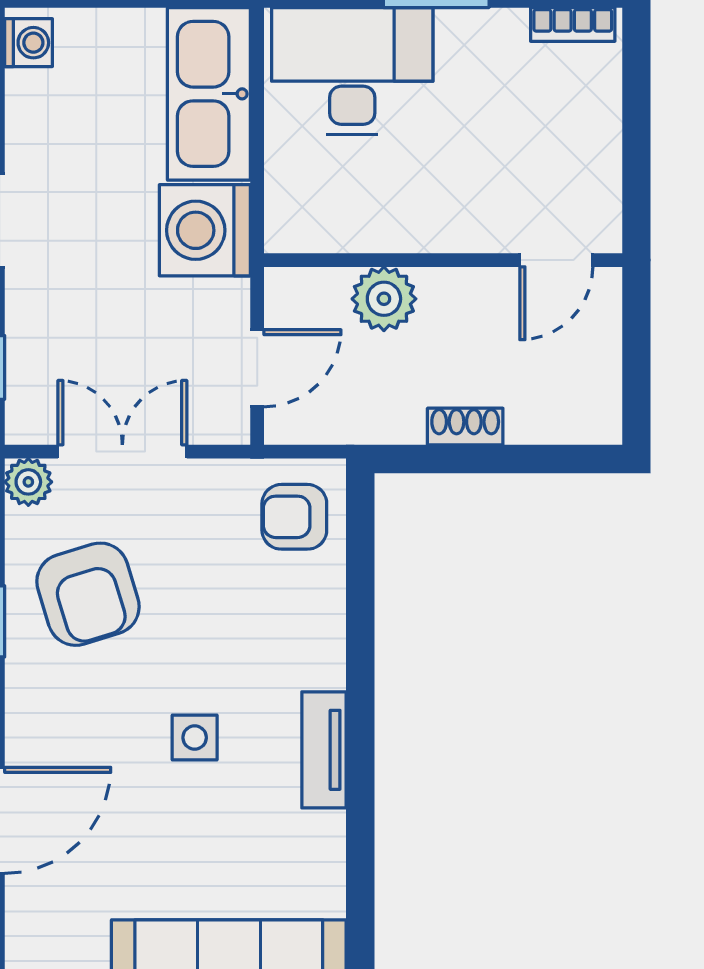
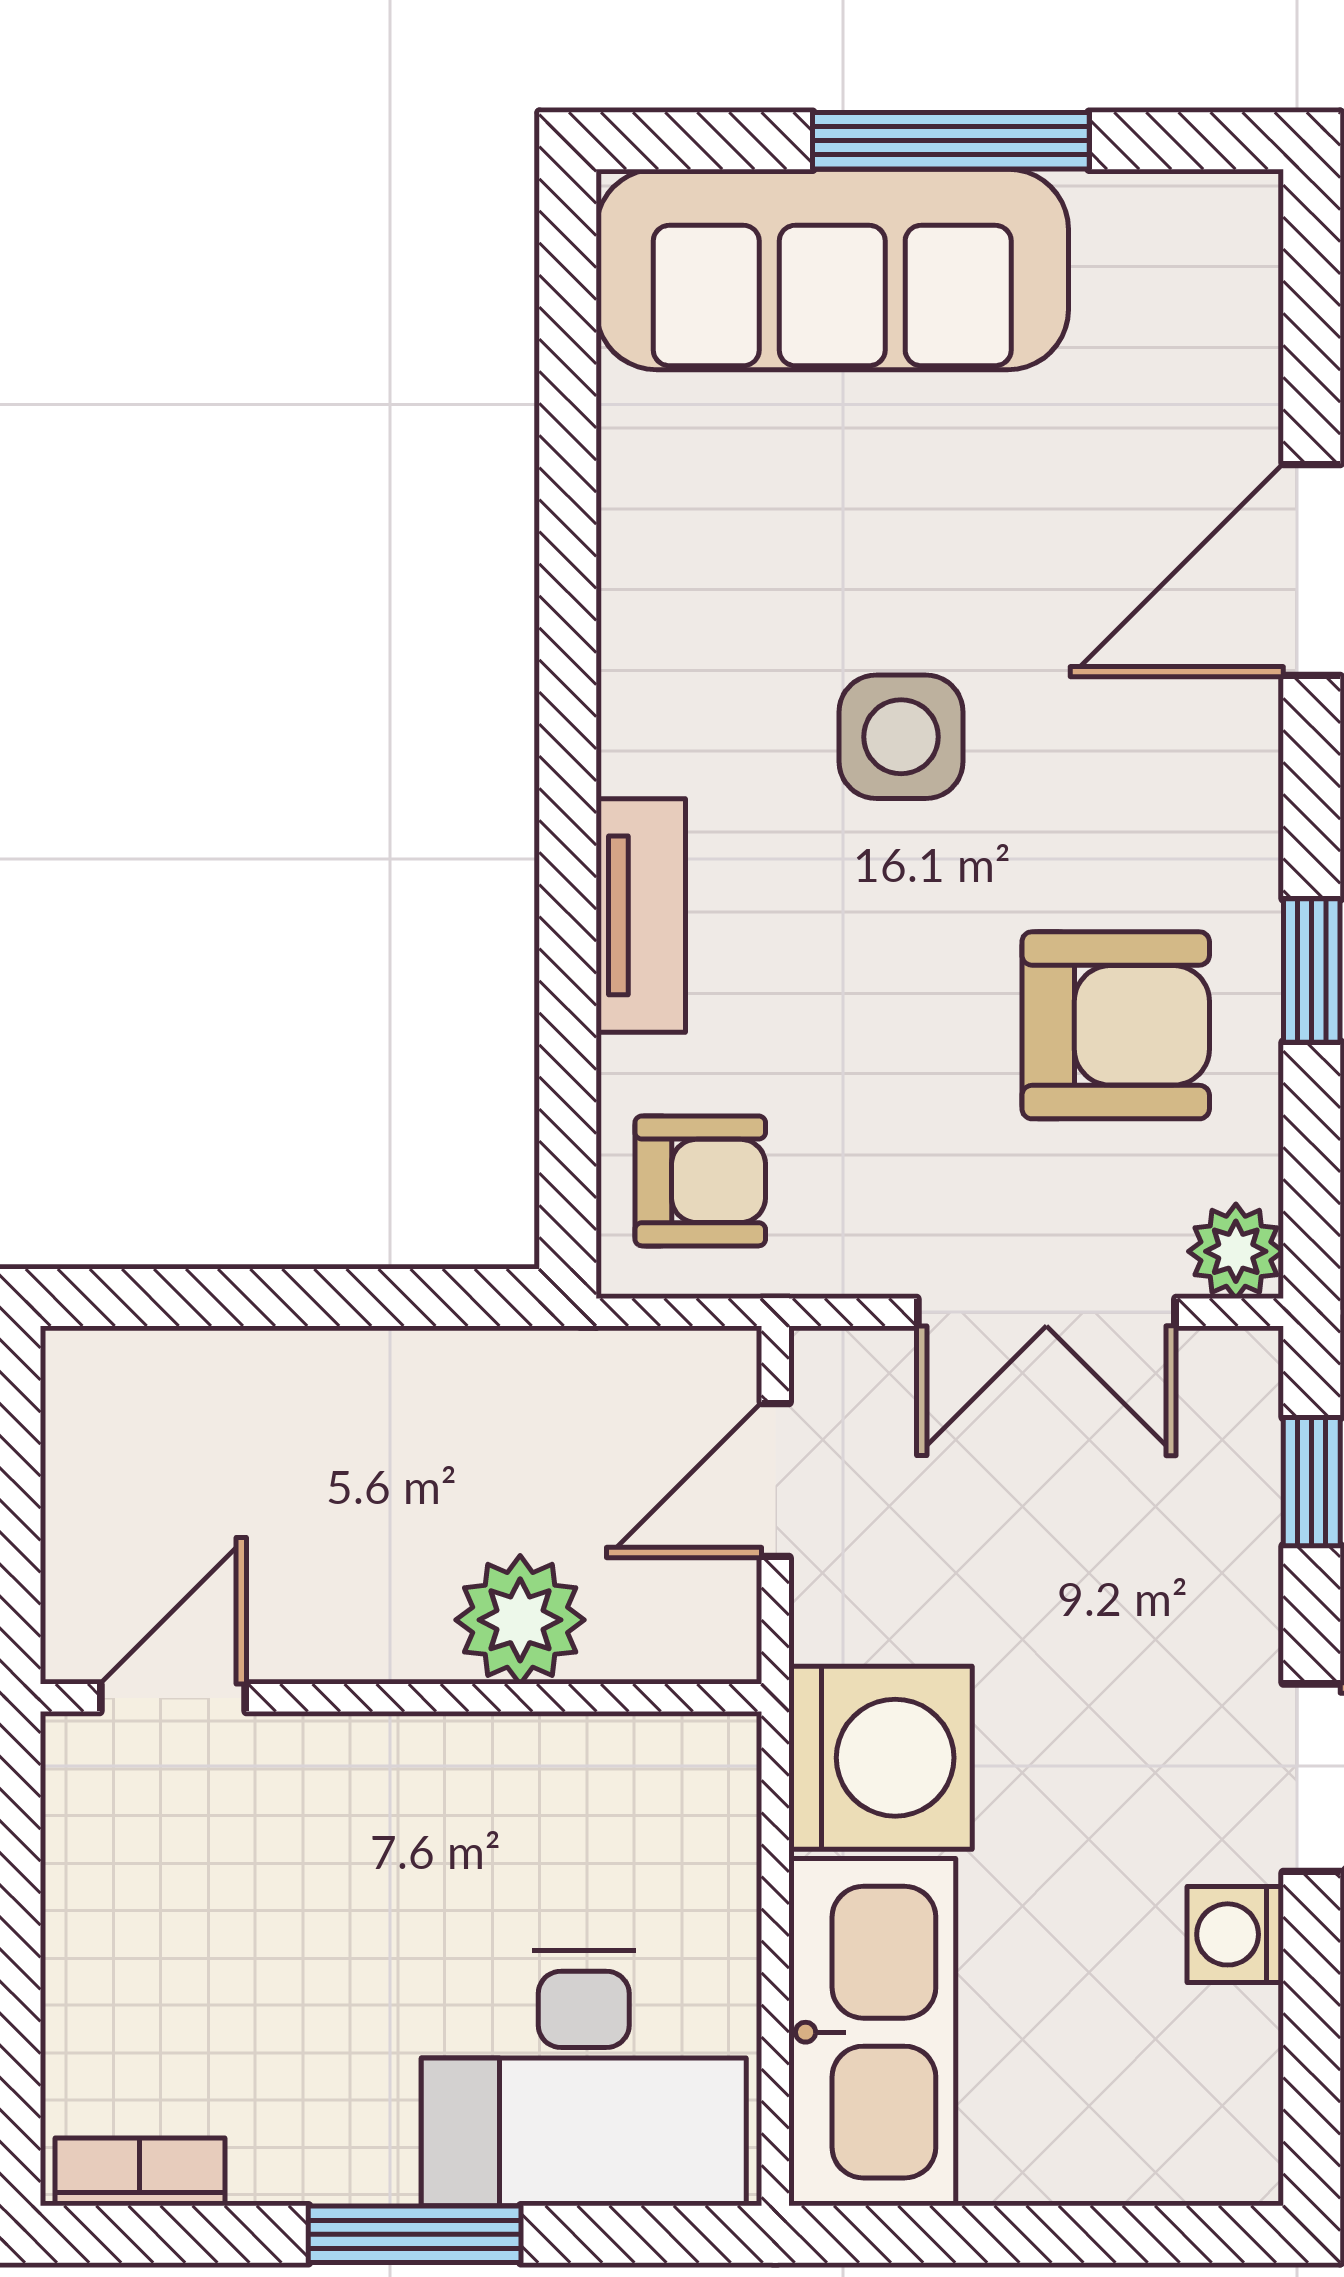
washing machine: (29, 43) -> (1235, 1934), moved
shoe rack: (465, 426) -> (356, 1363), removed
armchair: (88, 594) -> (1116, 1025), turned 107
side table: (195, 738) -> (901, 737), width x1.37, depth x1.37
tv unit: (324, 750) -> (641, 915), moved

